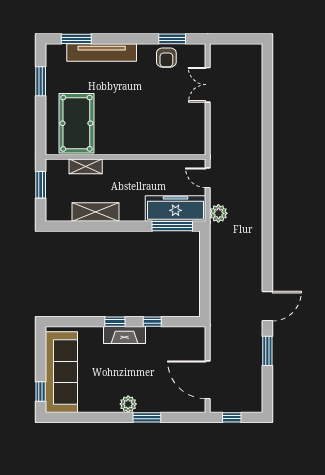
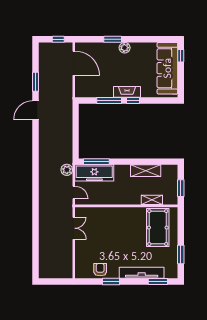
window: (172, 39) -> (111, 282), moved
double door: (208, 85) -> (74, 228), moved
window: (152, 322) -> (109, 101), width x2.17

